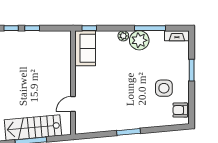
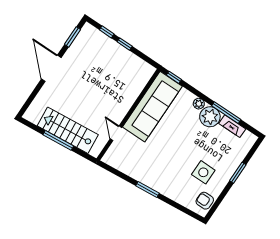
fireplace: (177, 36) -> (232, 126), moved
sofa: (85, 48) -> (152, 107), width x1.85, depth x1.27
door: (73, 104) -> (116, 133), hinge flipped

